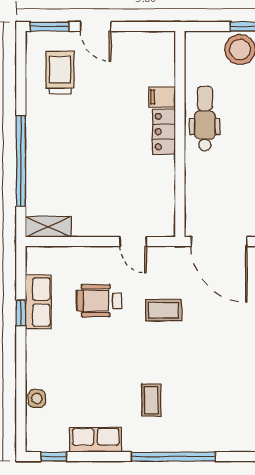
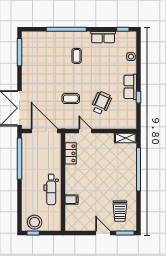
locker: (164, 132) -> (71, 153), moved
wheelchair: (99, 301) -> (101, 103), turned -66
row of seats: (38, 302) -> (130, 87), moved

